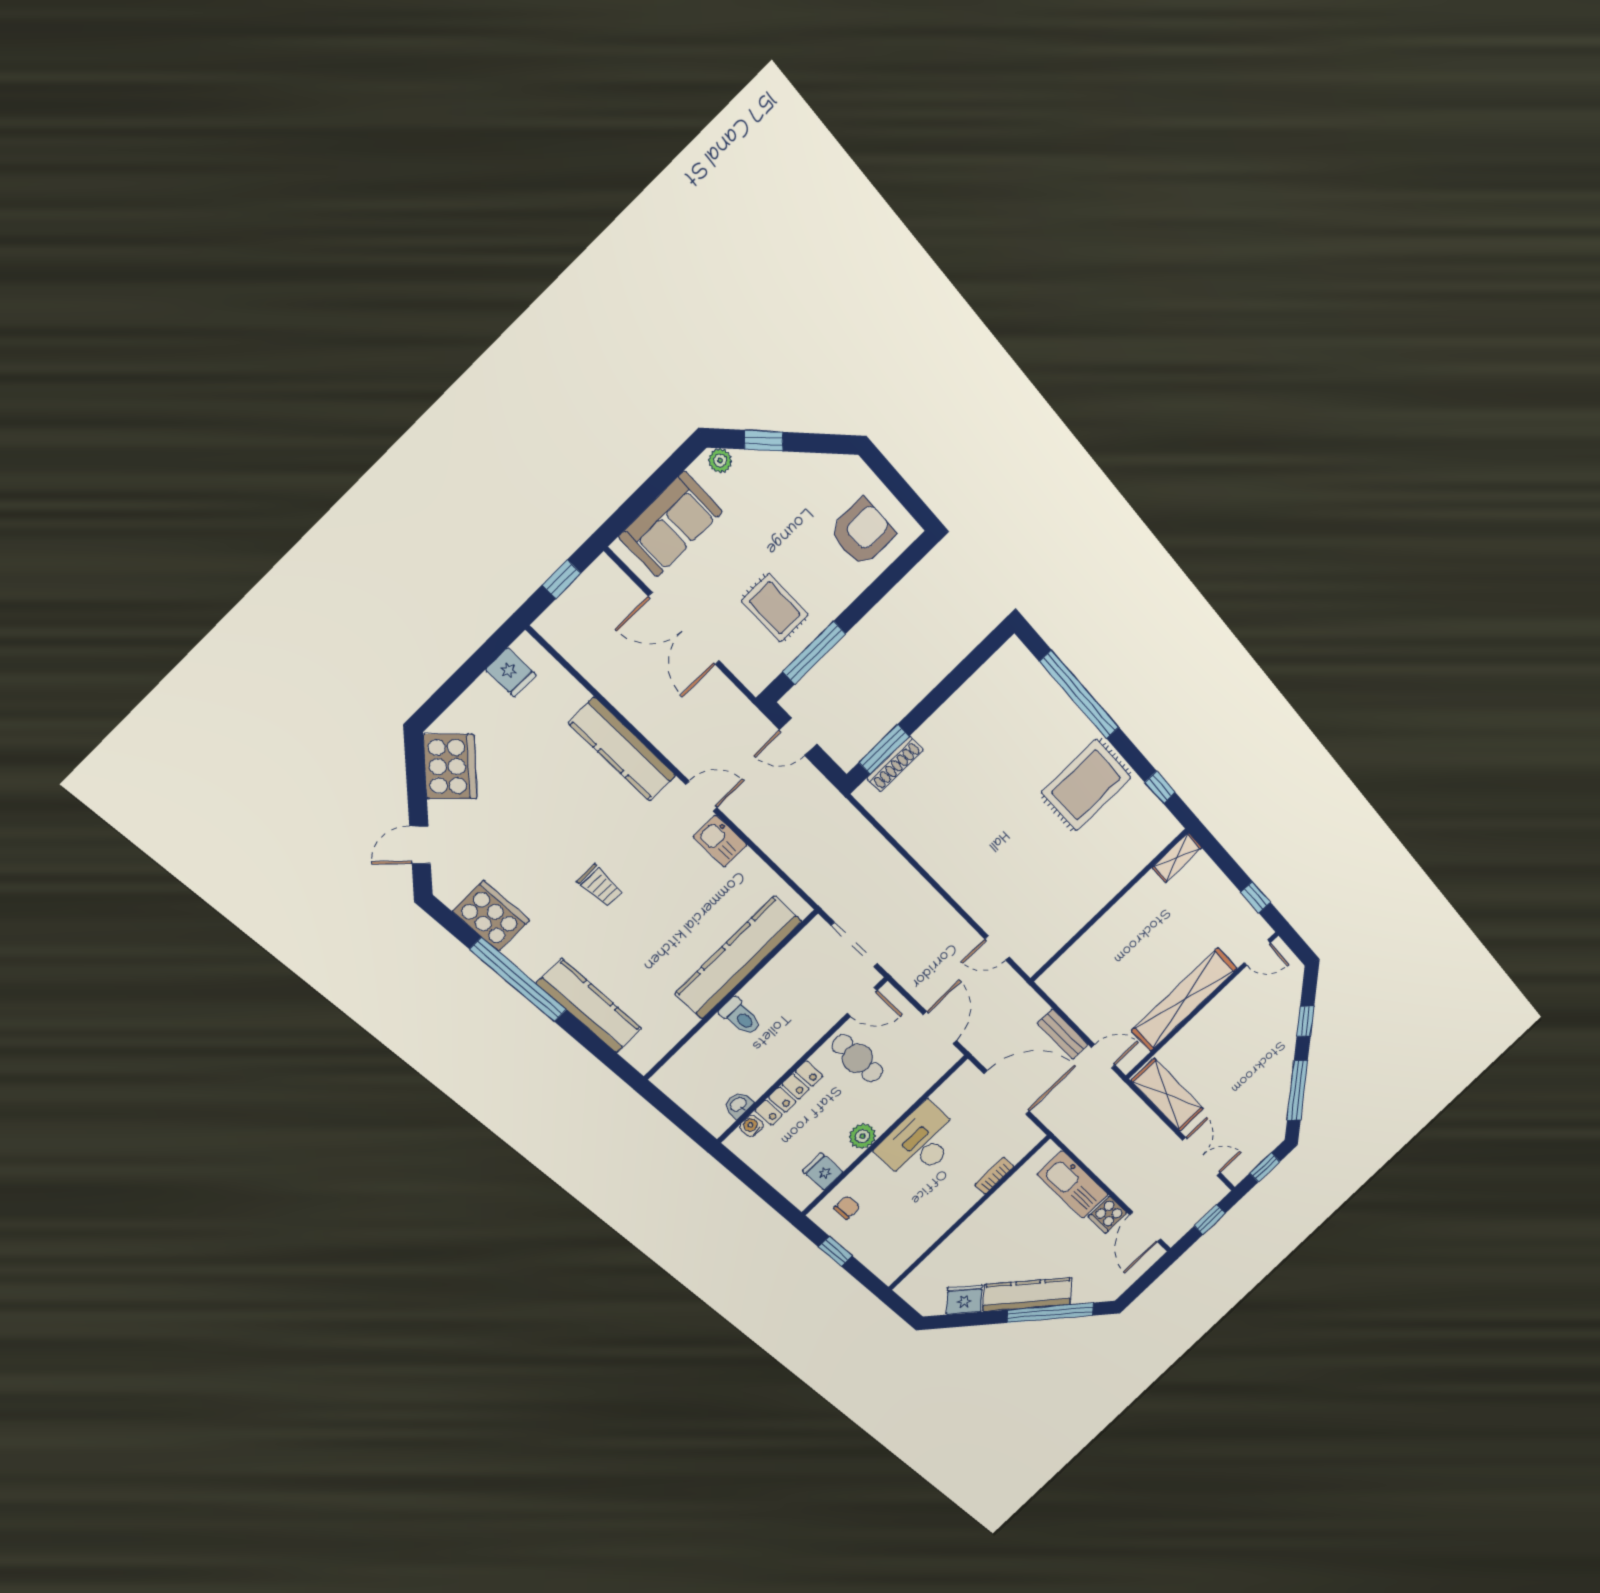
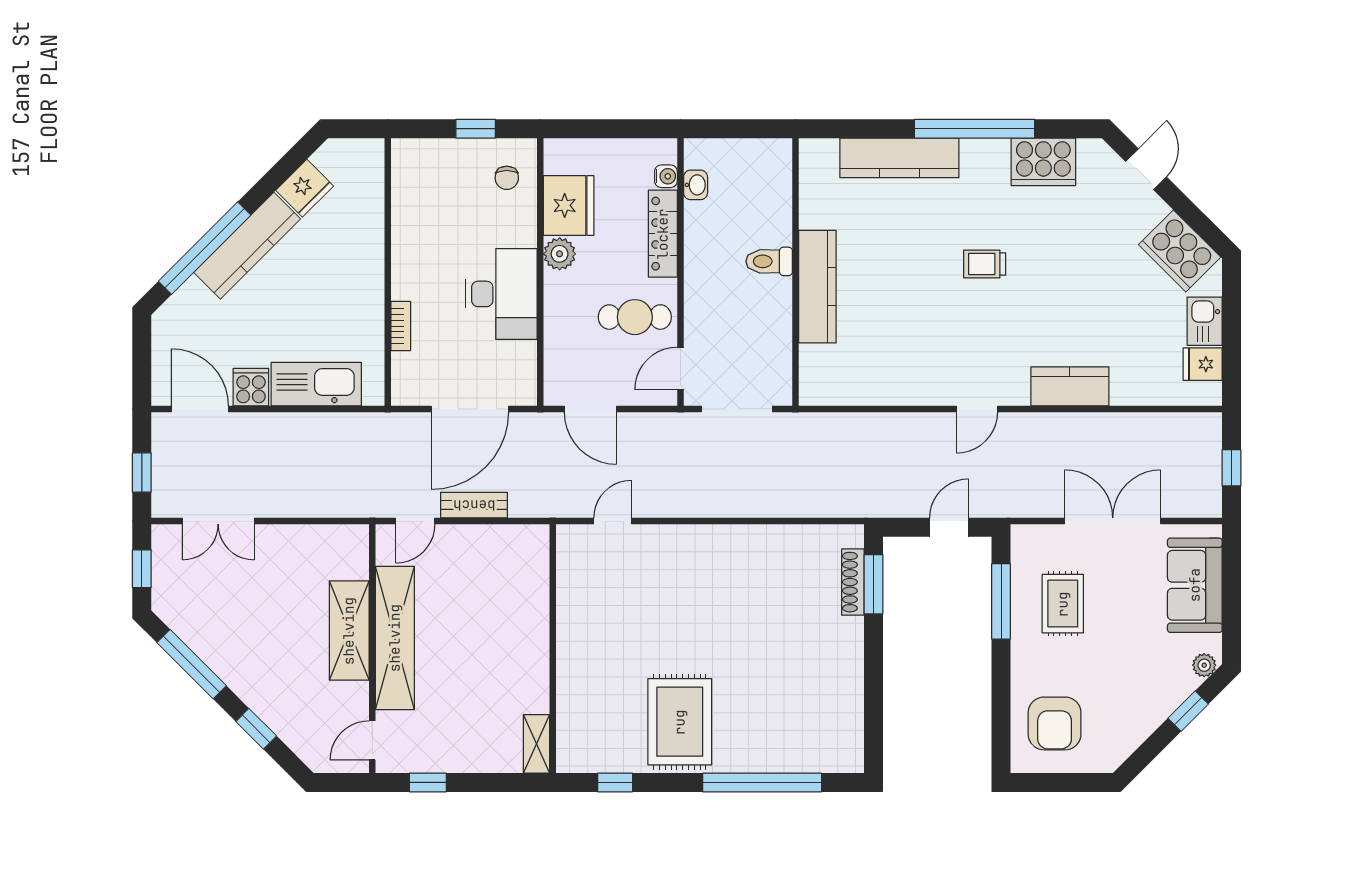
rug: (775, 608) -> (1063, 604), turned 90
kitchen counter: (622, 749) -> (1070, 386), width x0.67
kitchen sink: (720, 841) -> (1205, 321), moved, turned -90
kitchen counter: (738, 958) -> (817, 287), width x0.72, depth x0.86
shelving: (1167, 1095) -> (349, 631), moved, turned 90
fridge: (823, 1171) -> (569, 205), width x1.88, depth x1.34

